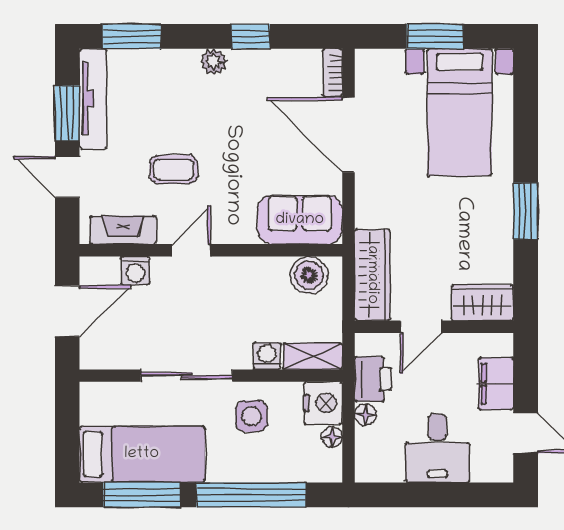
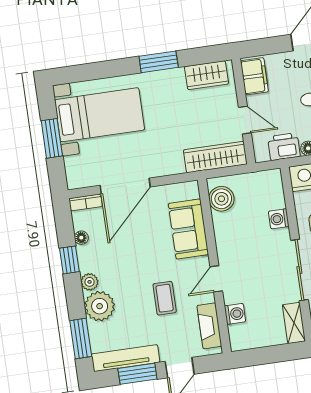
floor lamp: (281, 59) -> (81, 238), added
plant: (176, 71) -> (100, 306), added
sofa: (300, 220) -> (188, 229), moved
door: (191, 250) -> (216, 279), hinge flipped
wardrobe: (483, 303) -> (206, 75), moved, turned -90
door: (67, 311) -> (268, 355), removed
shelving: (313, 356) -> (294, 323), moved
filing cabinet: (496, 384) -> (254, 76), moved, turned -90

